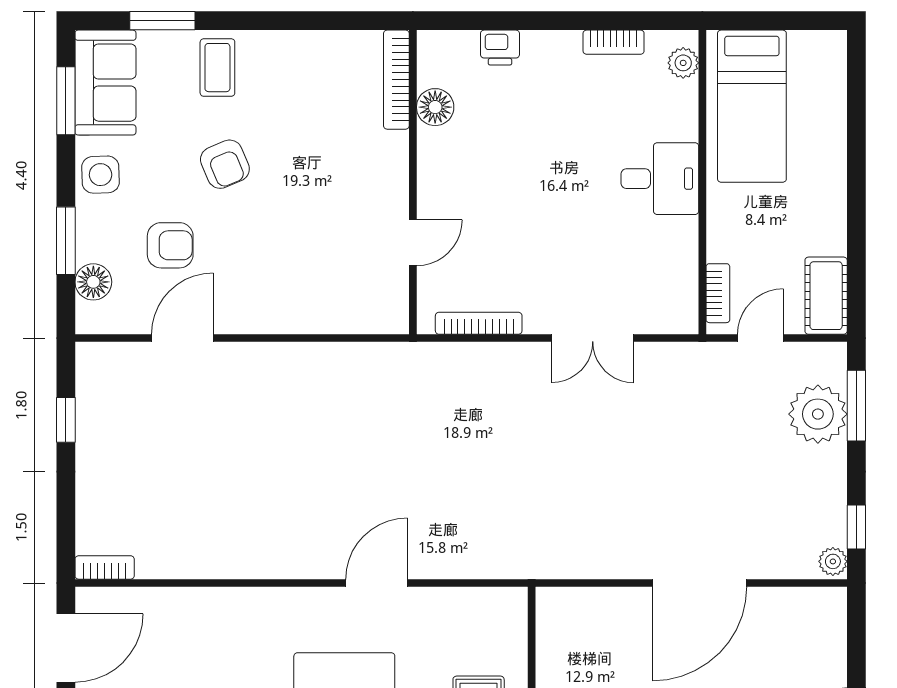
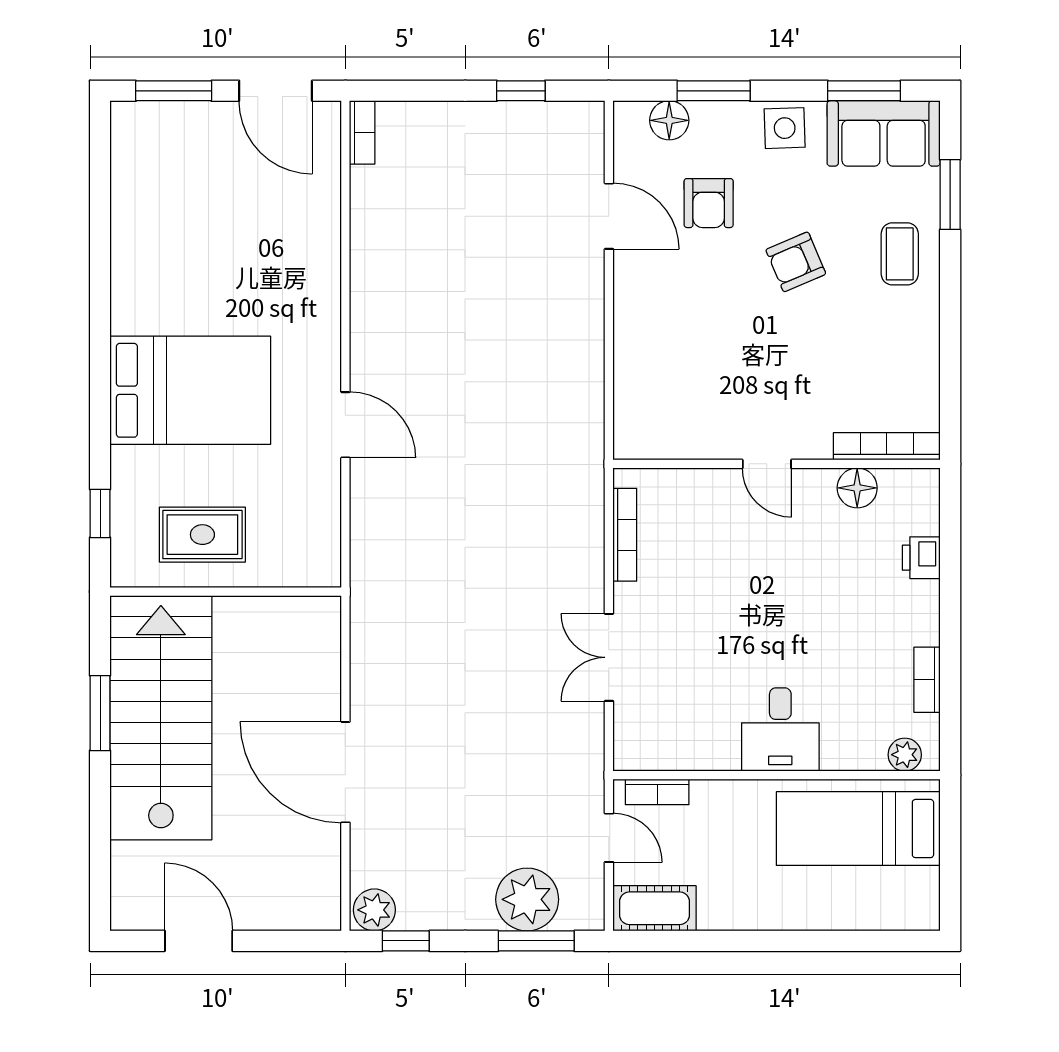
coffee table: (217, 68) -> (900, 254), turned 90
door: (413, 243) -> (767, 464), moved
plant: (833, 561) -> (374, 910), width x1.38, depth x1.38

